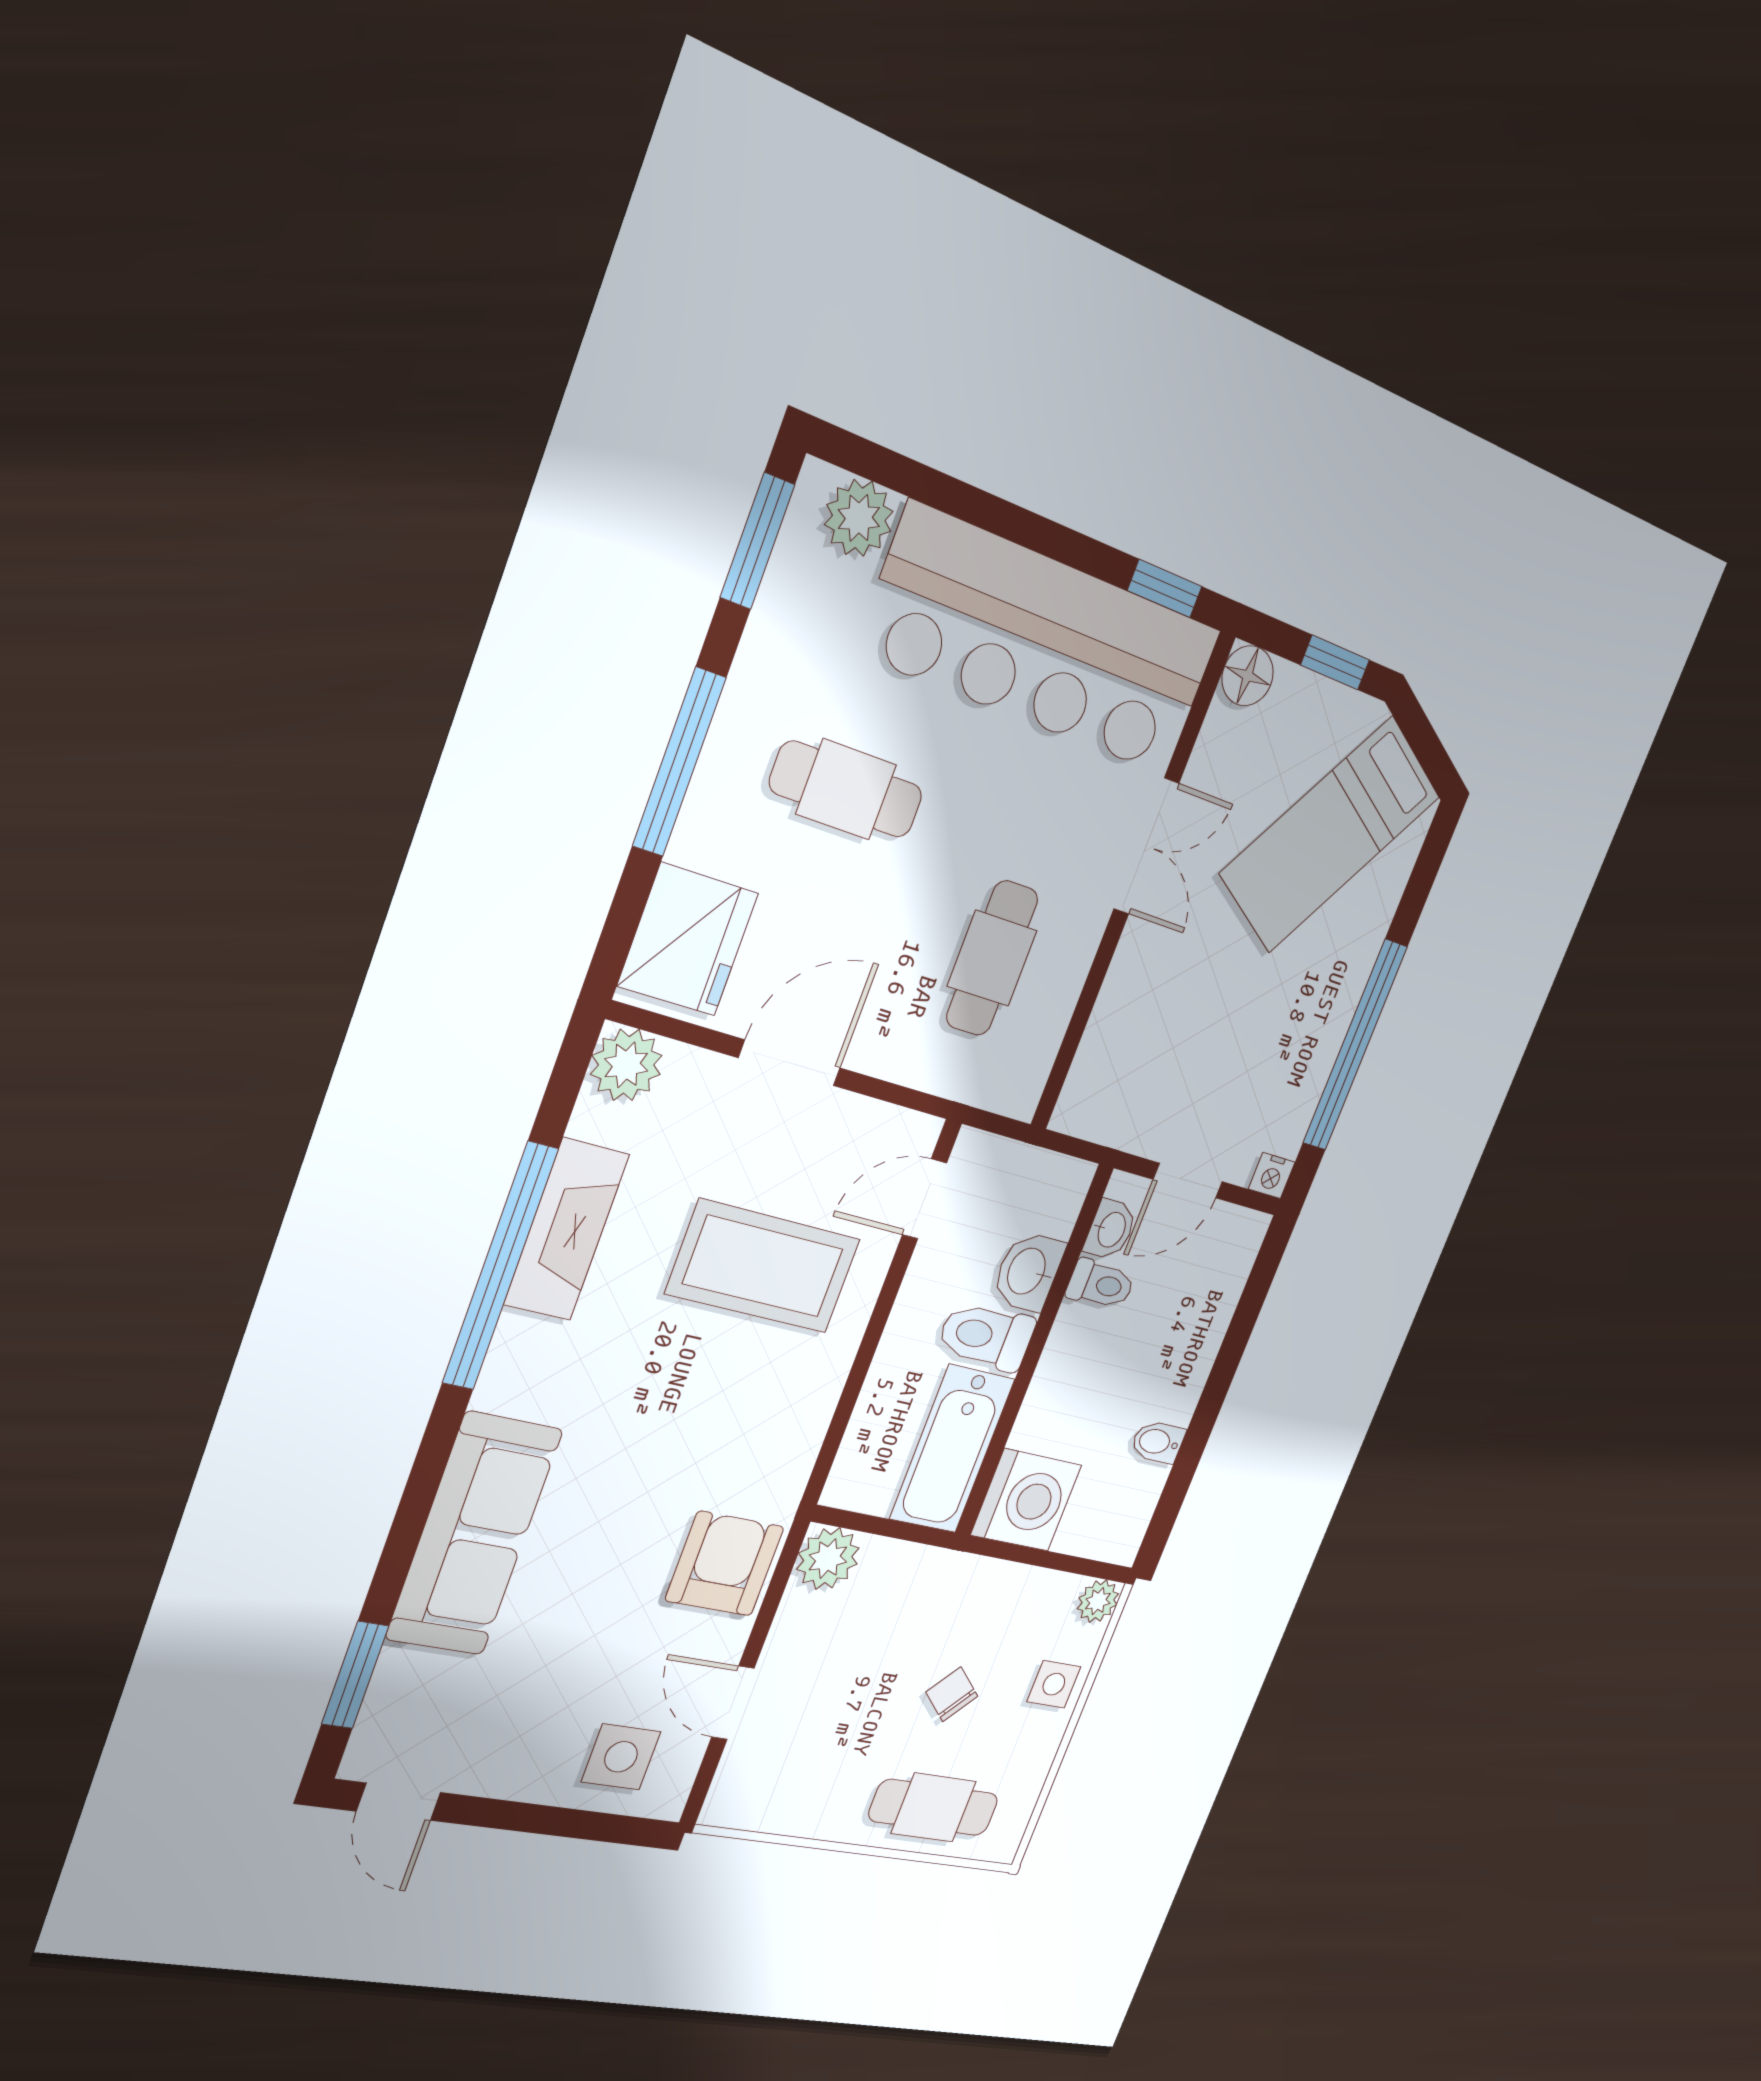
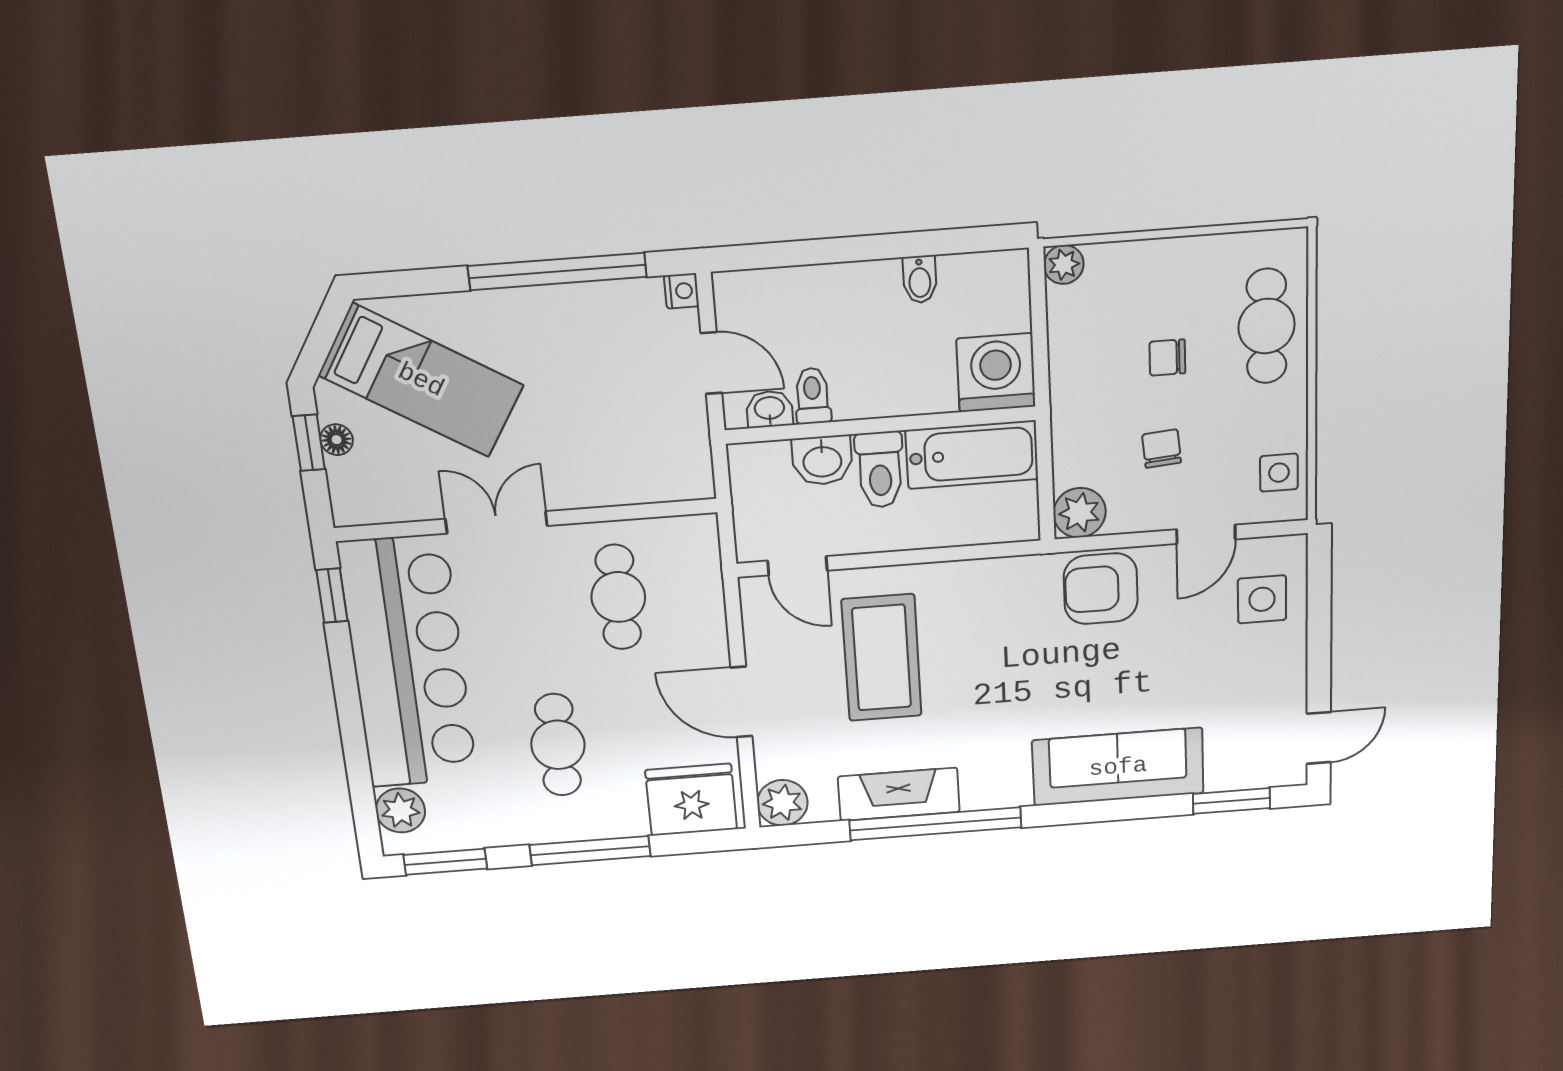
floor lamp: (1248, 676) -> (337, 440), moved, width x0.73, depth x0.73
cafe table: (992, 958) -> (618, 597), turned 90
chair: (857, 1669) -> (1162, 449), added
side table: (1054, 1684) -> (1279, 473), moved
chair: (952, 1694) -> (1167, 358), turned 49

